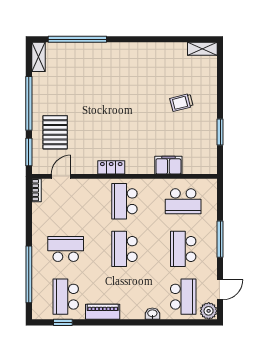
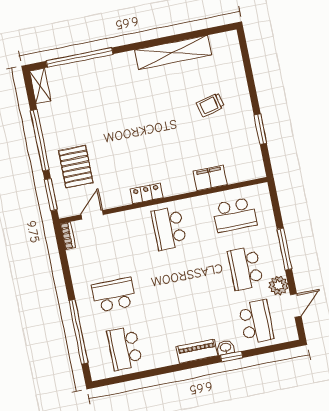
shelving: (202, 49) -> (173, 52), moved, width x2.20, depth x1.33
school desk: (124, 249) -> (180, 282), removed
plant: (209, 311) -> (278, 285), moved
piano: (103, 312) -> (197, 351), moved
window: (63, 322) -> (232, 357), moved

